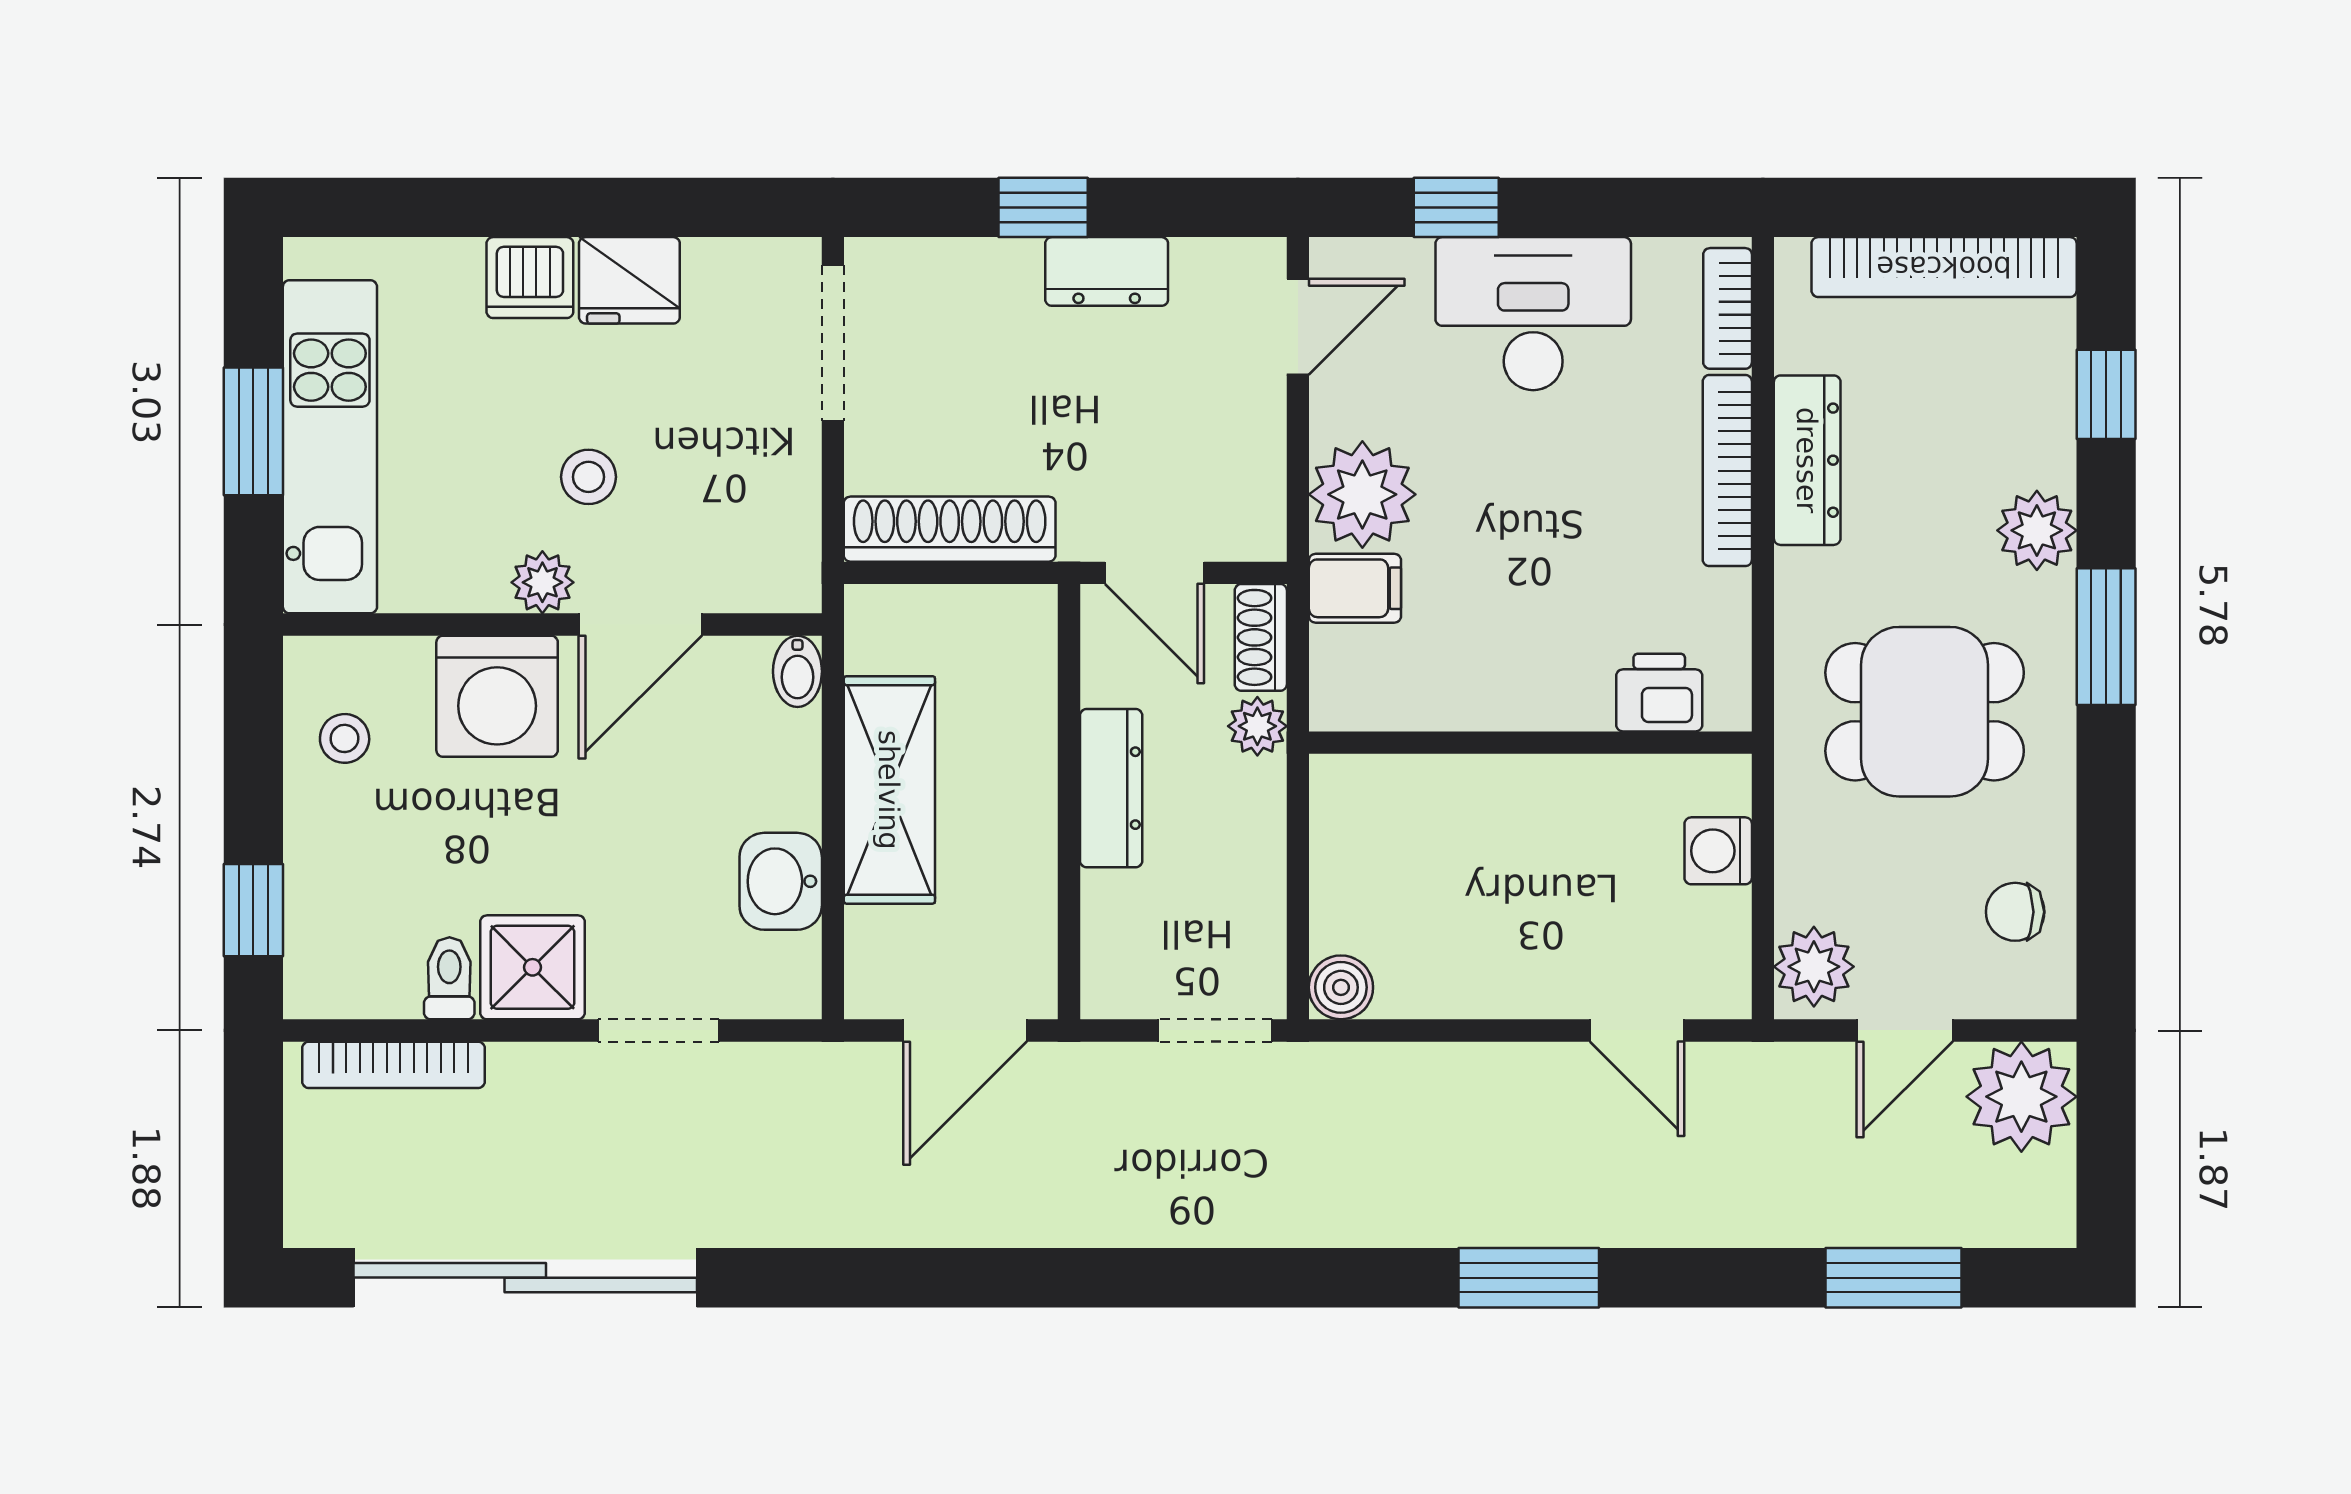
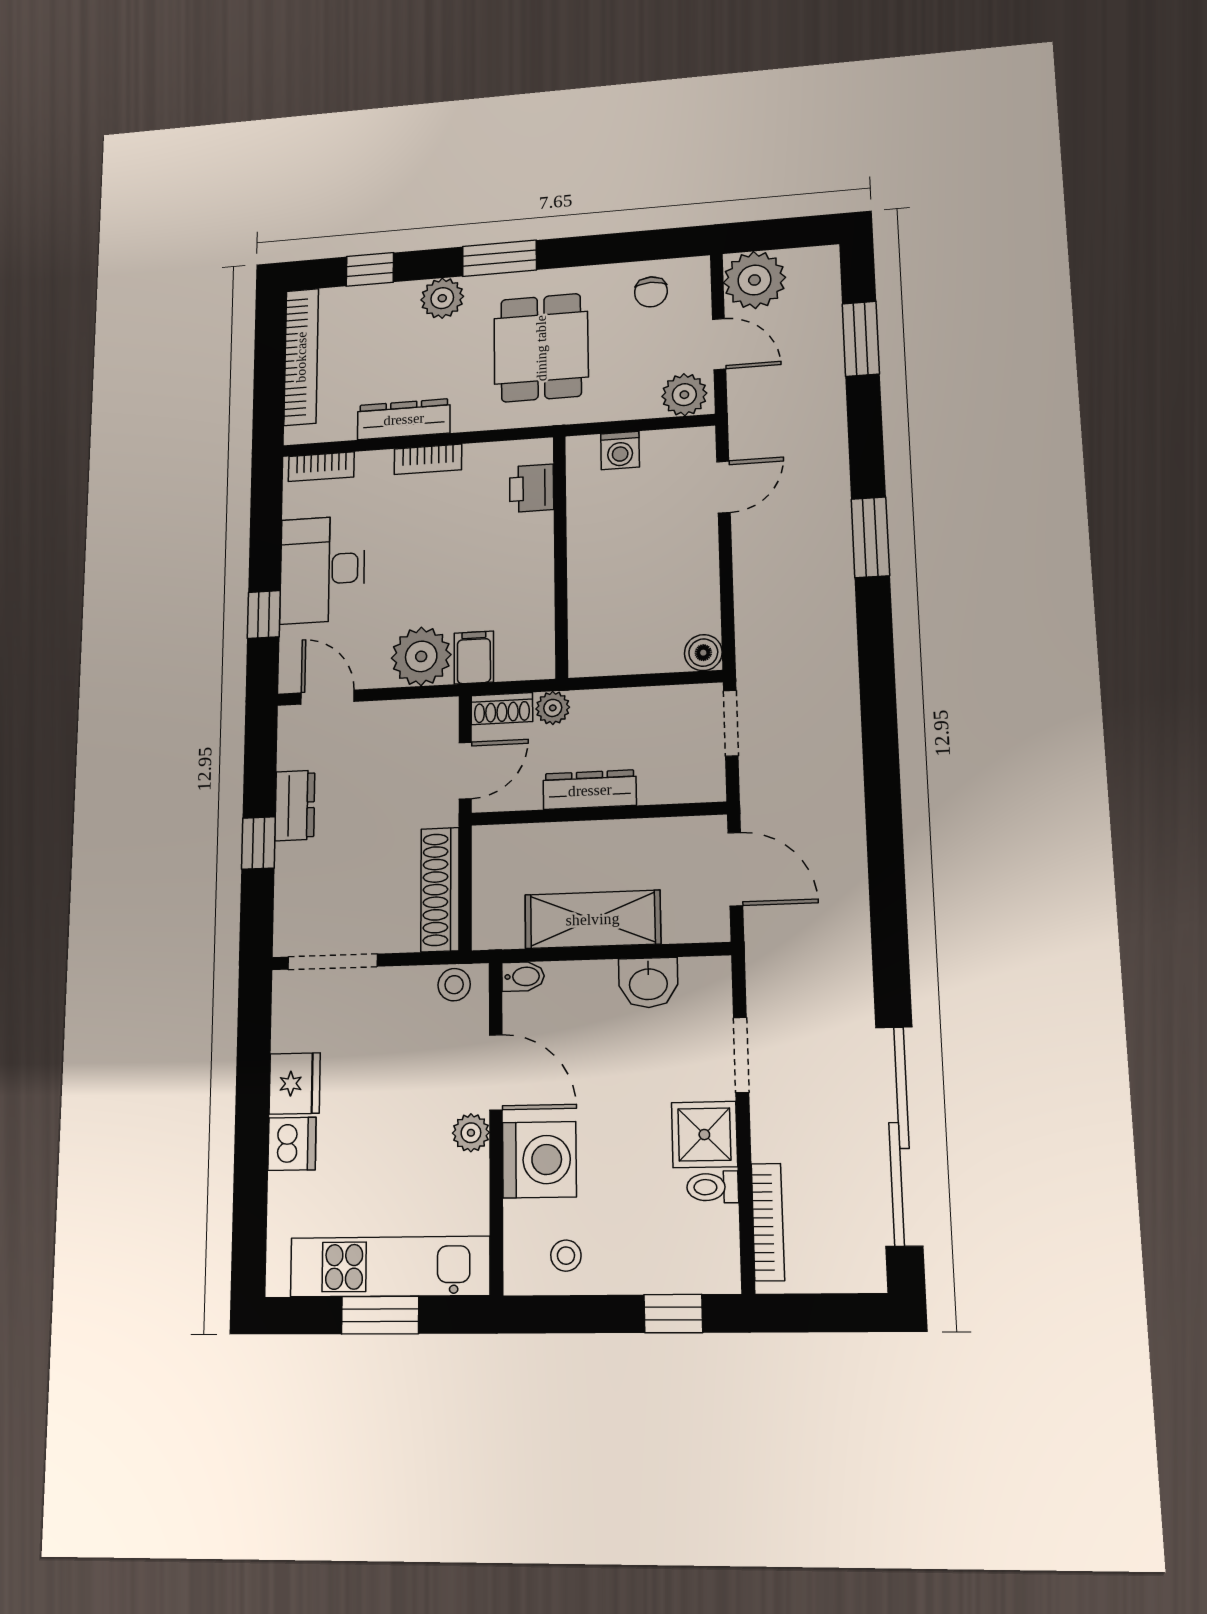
bookcase: (1727, 471) -> (428, 459), width x0.64
stool: (588, 477) -> (454, 985), moved

